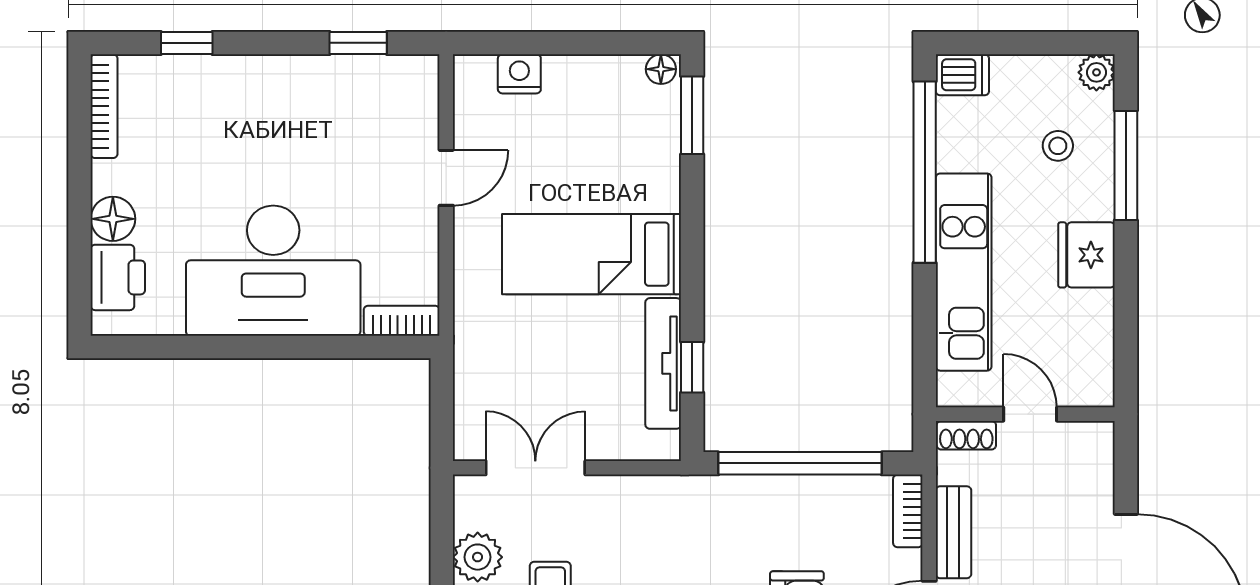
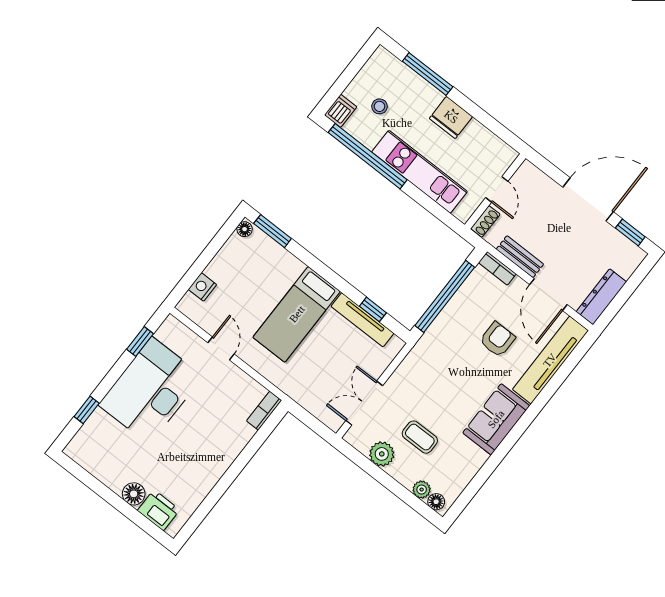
plant: (1096, 72) -> (381, 57), removed
bookcase: (104, 106) -> (86, 462), removed
stool: (1058, 146) -> (379, 106), moved
desk: (273, 271) -> (151, 391), moved, turned 180
door: (1030, 414) -> (497, 189), swing flipped

